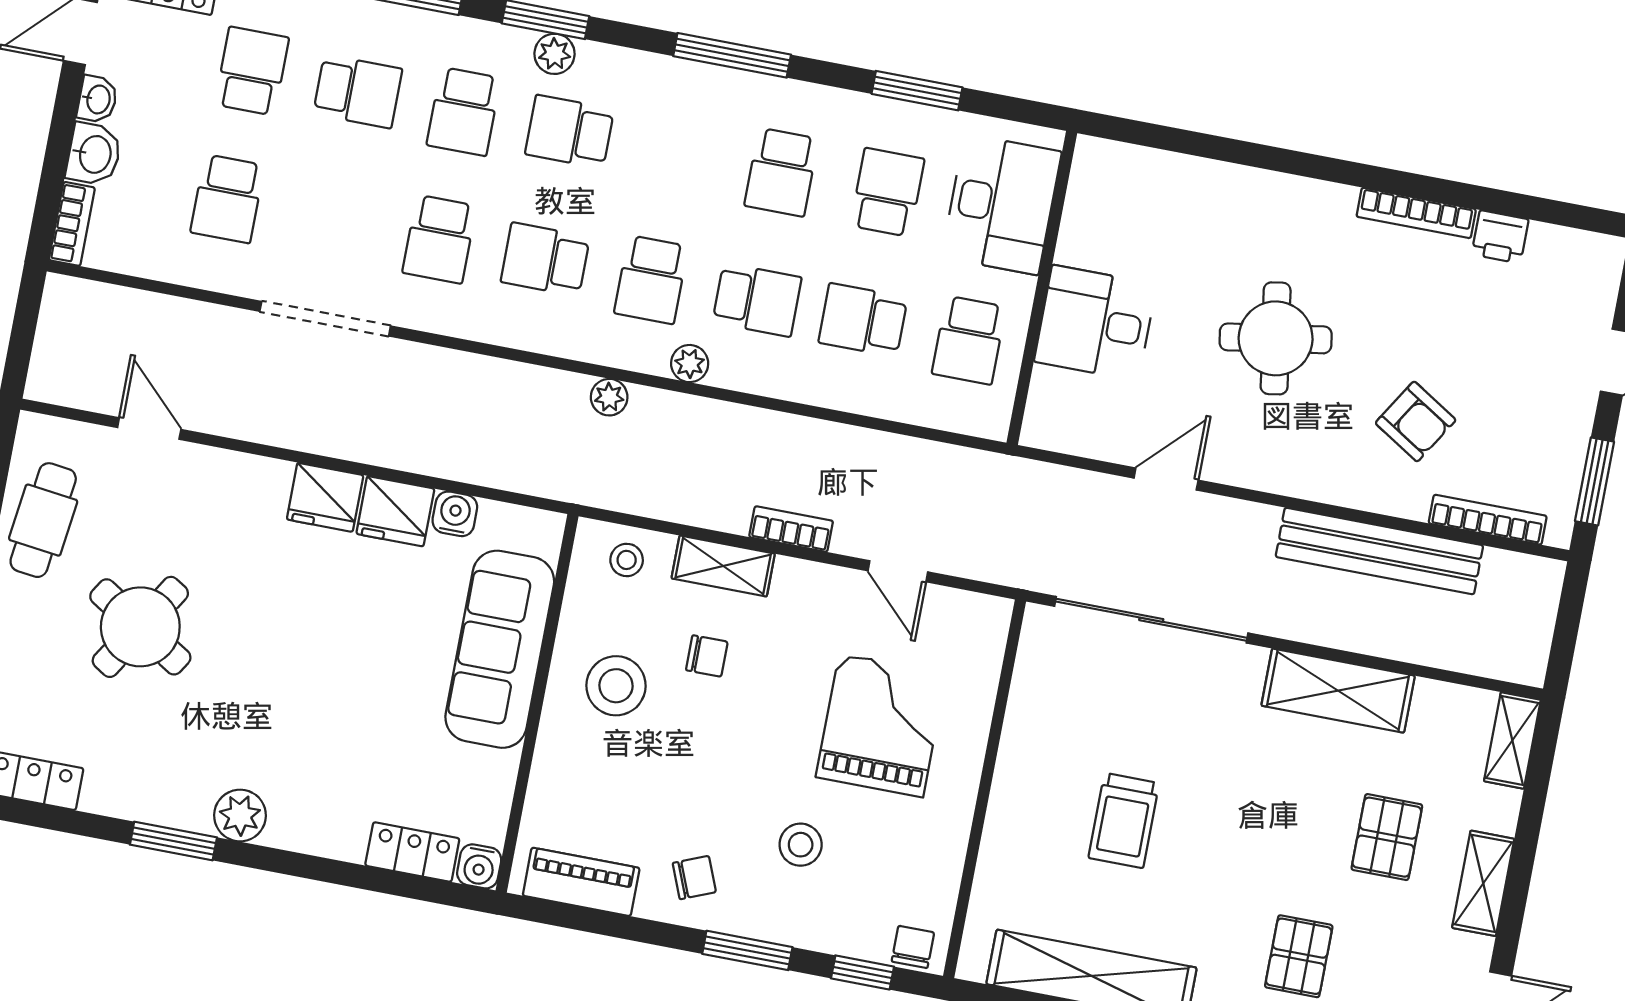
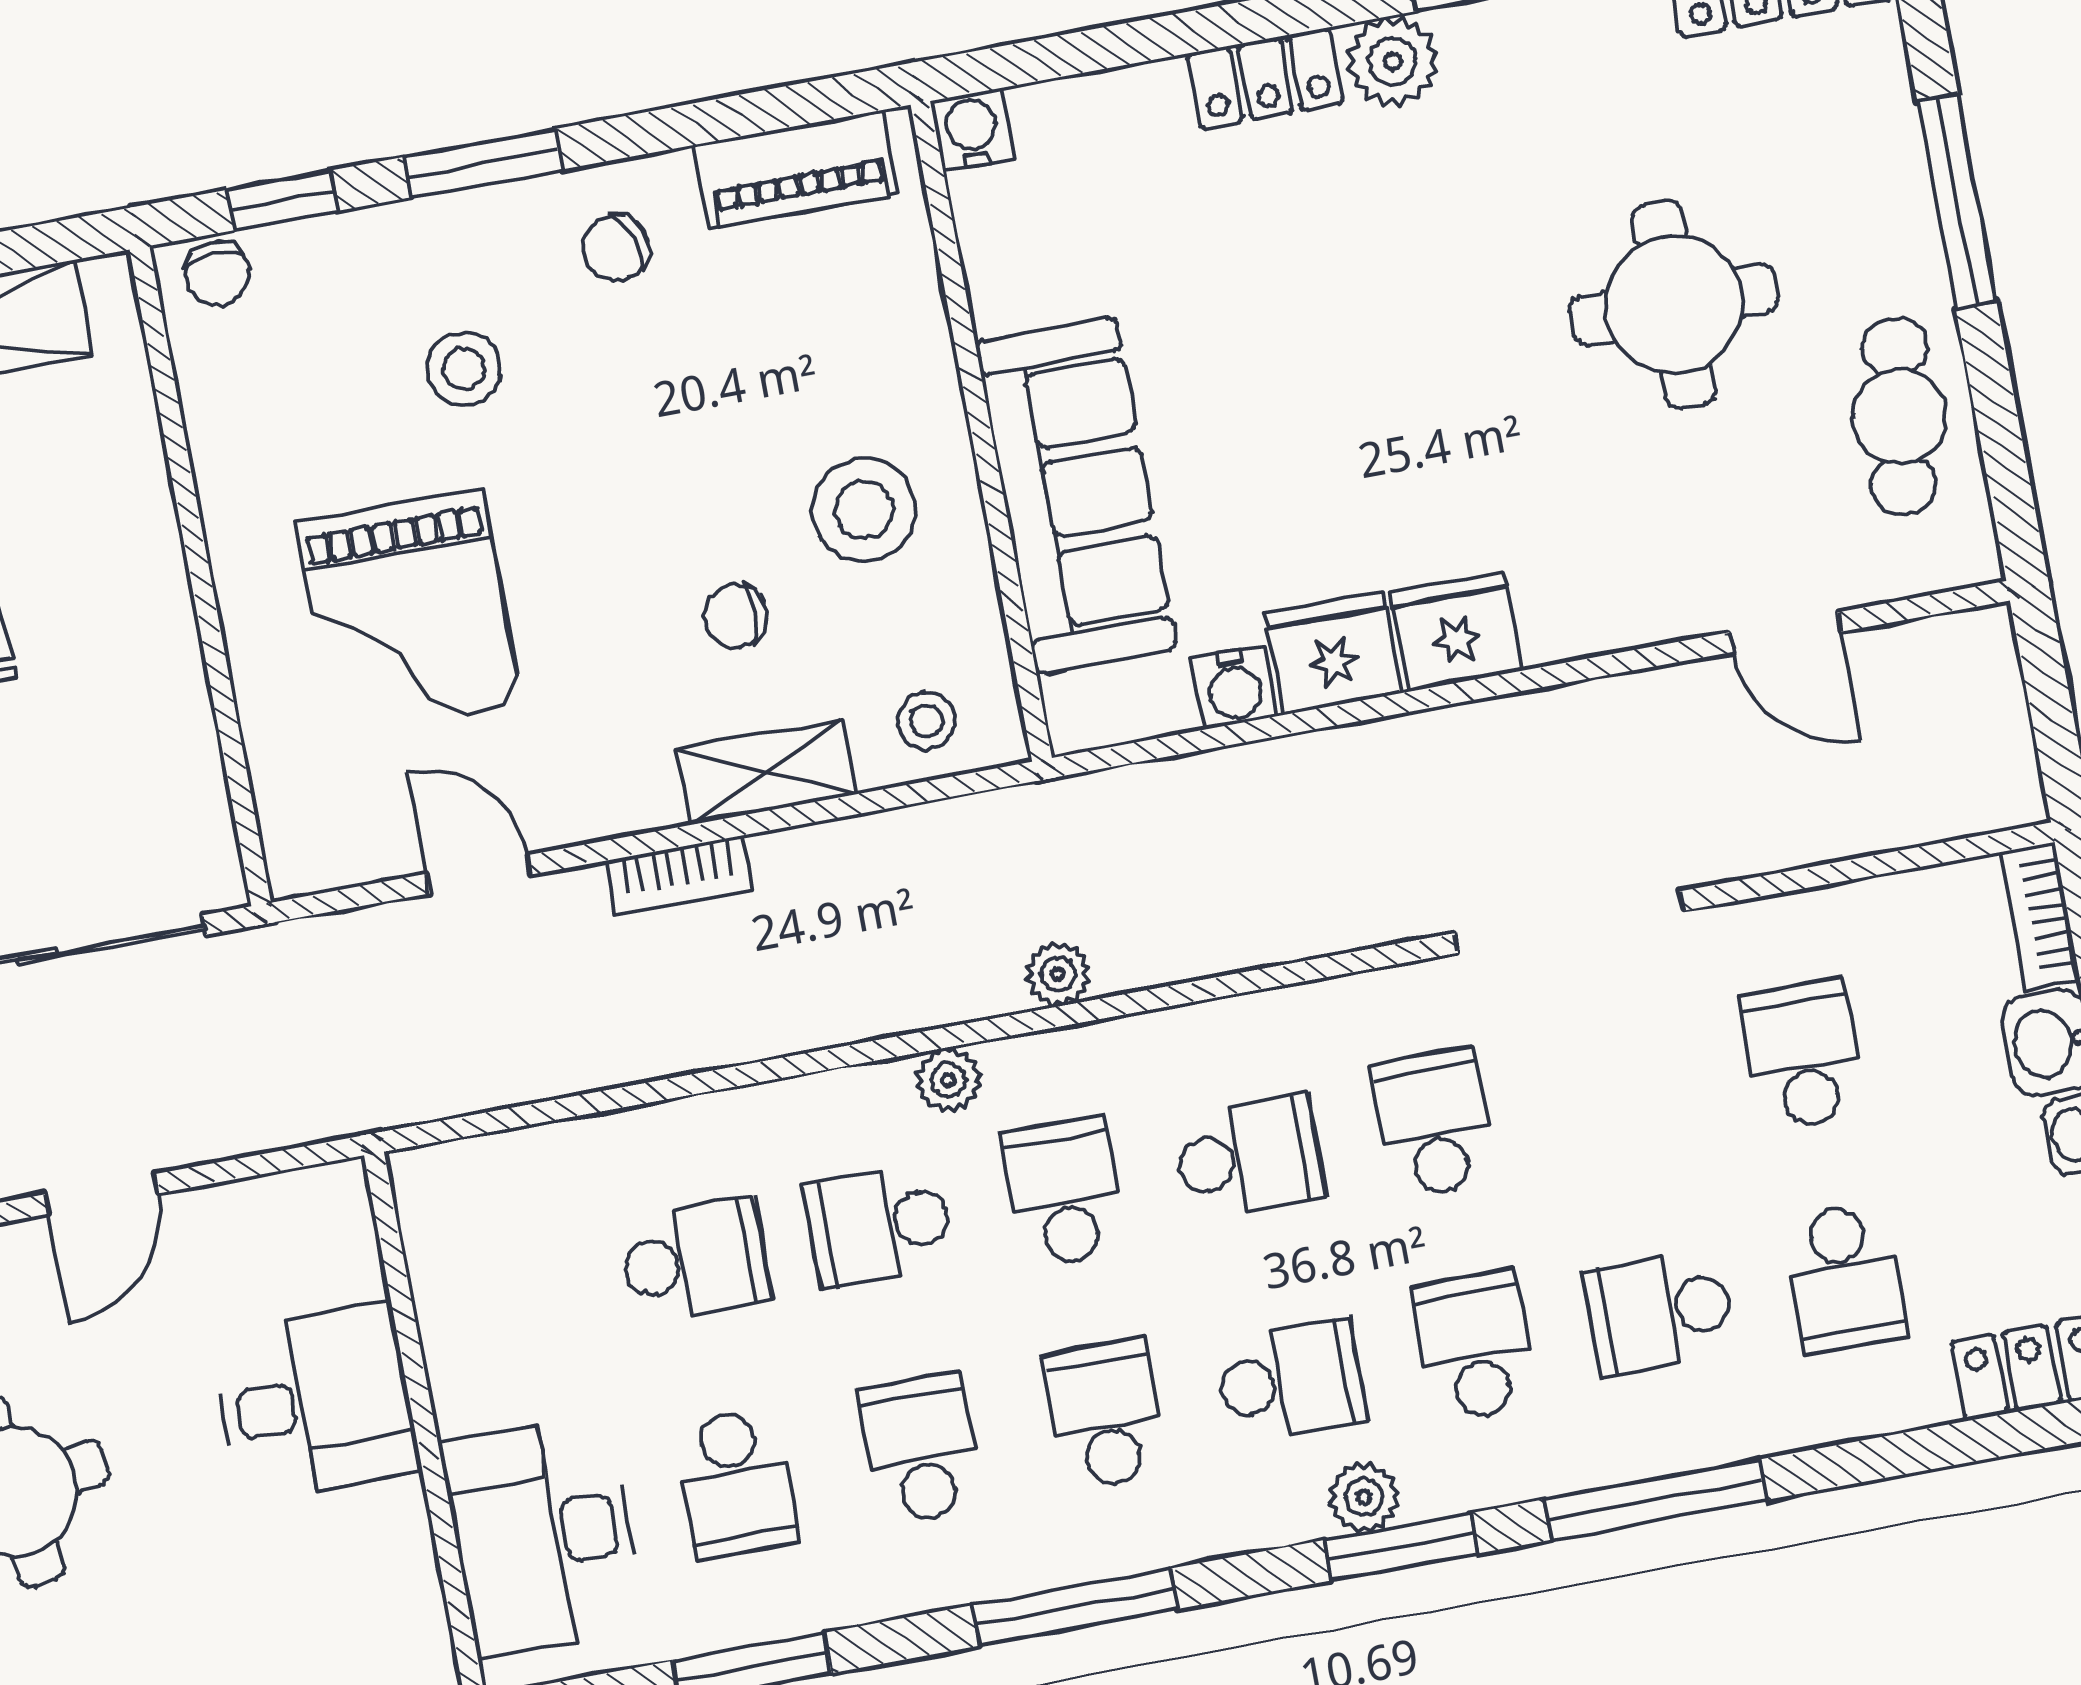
school desk: (969, 340) -> (1105, 1414), moved
round table: (140, 627) -> (1674, 304), turned -32
locker: (412, 852) -> (1265, 78), moved

